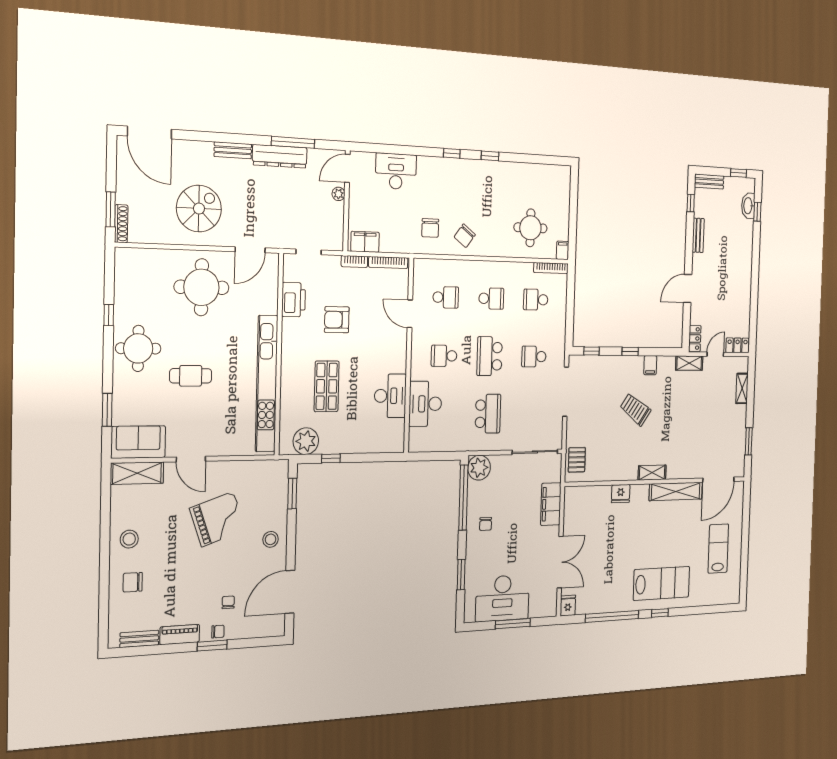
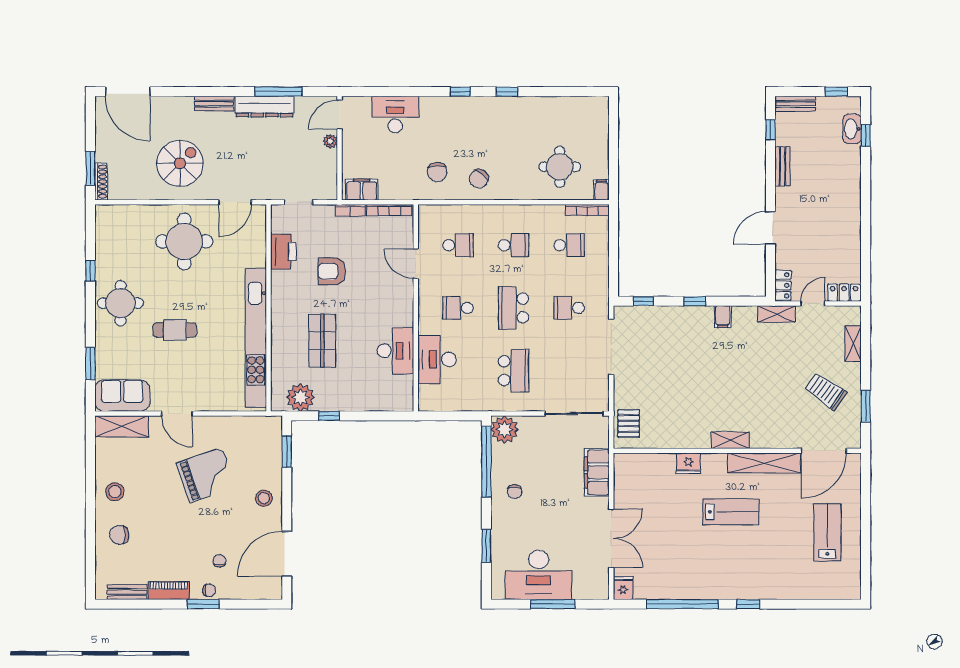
school desk: (536, 300) -> (569, 245), turned 180
trolley: (635, 409) -> (826, 391), moved
lab bench: (662, 583) -> (731, 512), moved, width x0.73, depth x0.72

